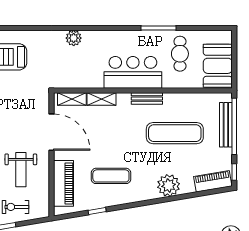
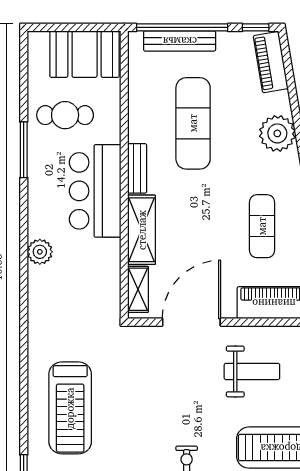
plant: (74, 38) -> (40, 252), moved
shelving: (102, 99) -> (142, 230), width x1.50, depth x1.33

